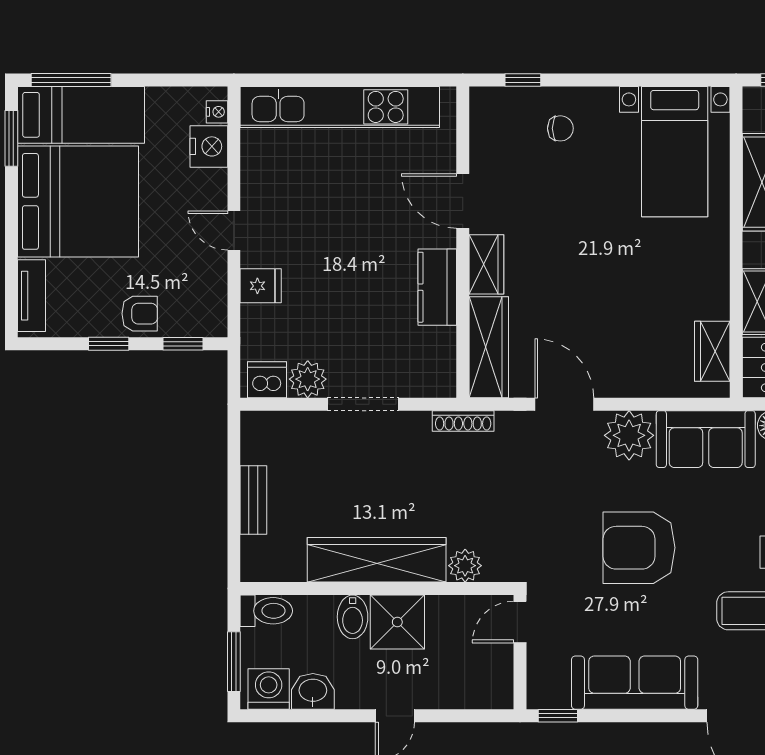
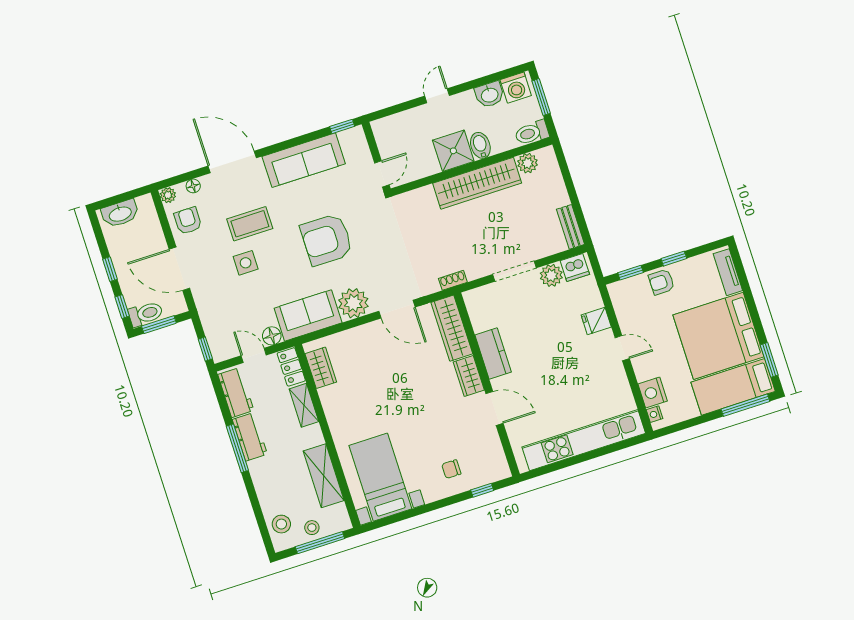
shoe rack: (463, 421) -> (453, 280), width x0.70
bench: (253, 500) -> (571, 227), moved
armchair: (639, 548) -> (327, 240), turned 180
plant: (465, 566) -> (528, 163), moved

